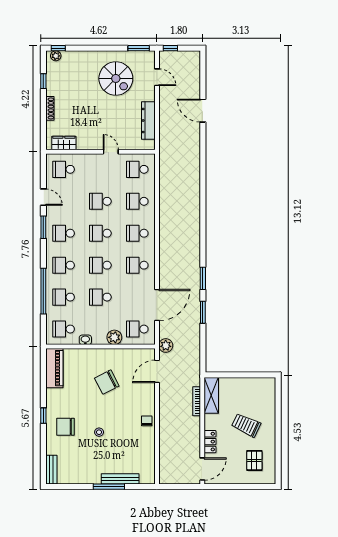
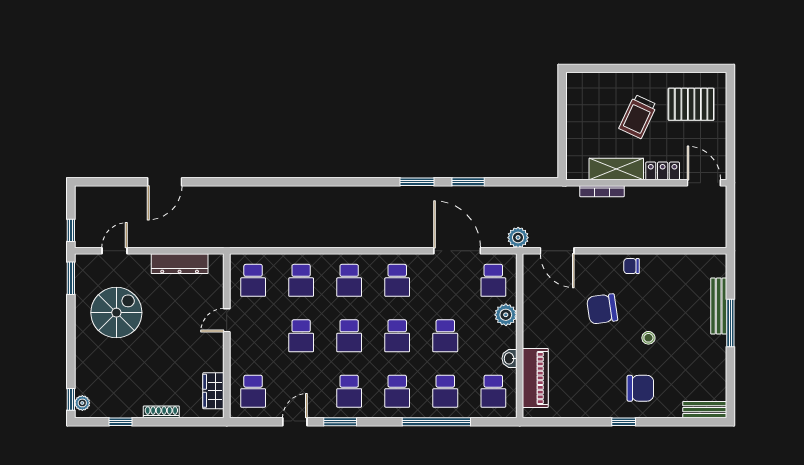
piano: (54, 368) -> (535, 378), moved, turned 90
chair: (107, 382) -> (602, 309), moved, turned 109
shelving: (211, 395) -> (616, 169), moved
chair: (66, 427) -> (640, 388), turned -90
pallet: (254, 461) -> (691, 104), width x1.50, depth x1.42

